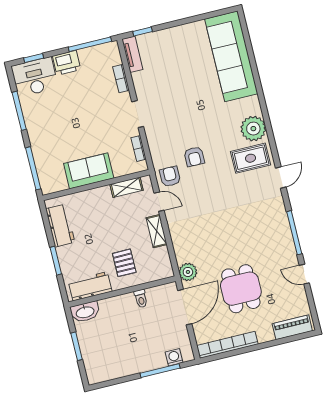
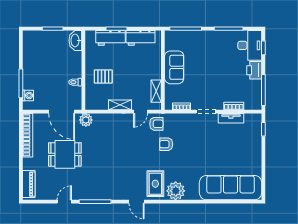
tv unit: (132, 54) -> (231, 118), moved
workbench: (90, 286) -> (111, 38), moved, turned 90

